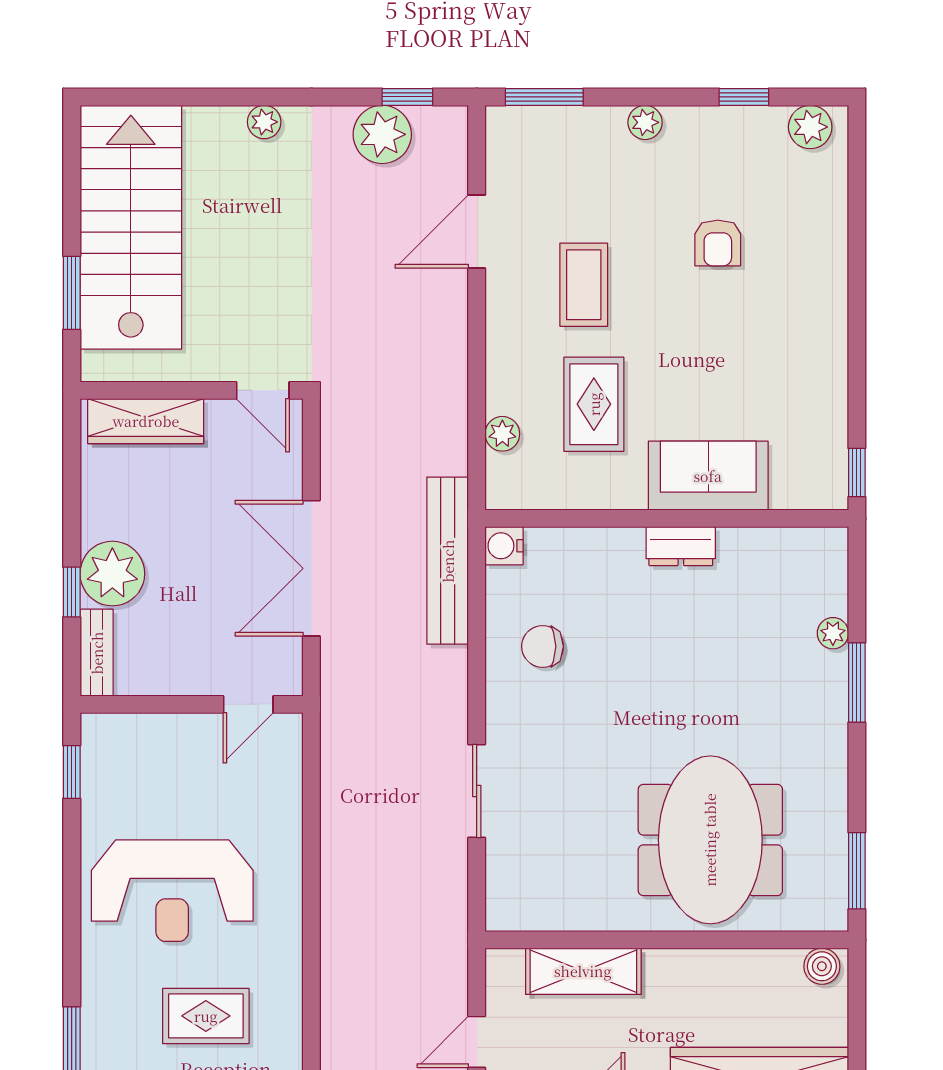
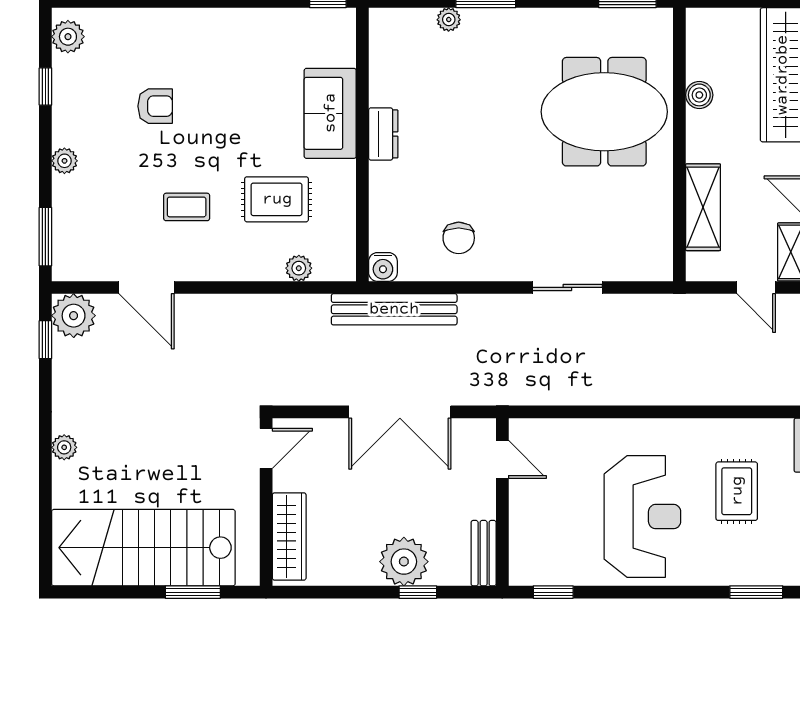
plant: (382, 134) -> (74, 316), moved
coffee table: (584, 285) -> (187, 207), width x0.73, depth x0.77
bench: (97, 653) -> (484, 553), moved, turned 90
boiler: (822, 966) -> (699, 95), moved

